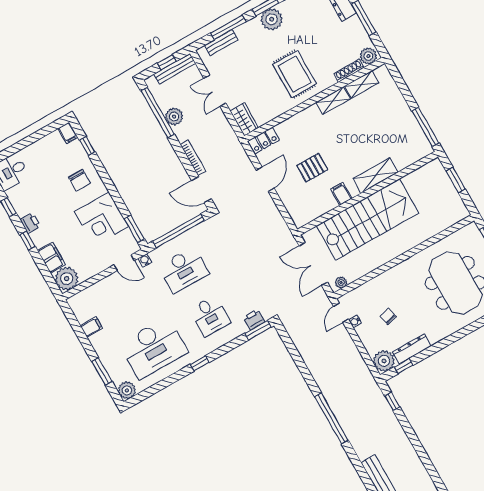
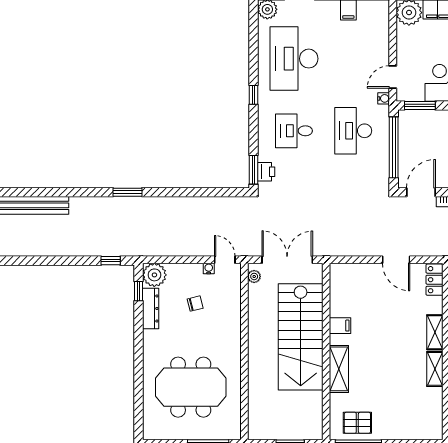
shelving: (362, 84) -> (435, 332), moved
pallet: (312, 168) -> (357, 423), moved, turned 90
window: (331, 419) -> (127, 192), width x0.47

